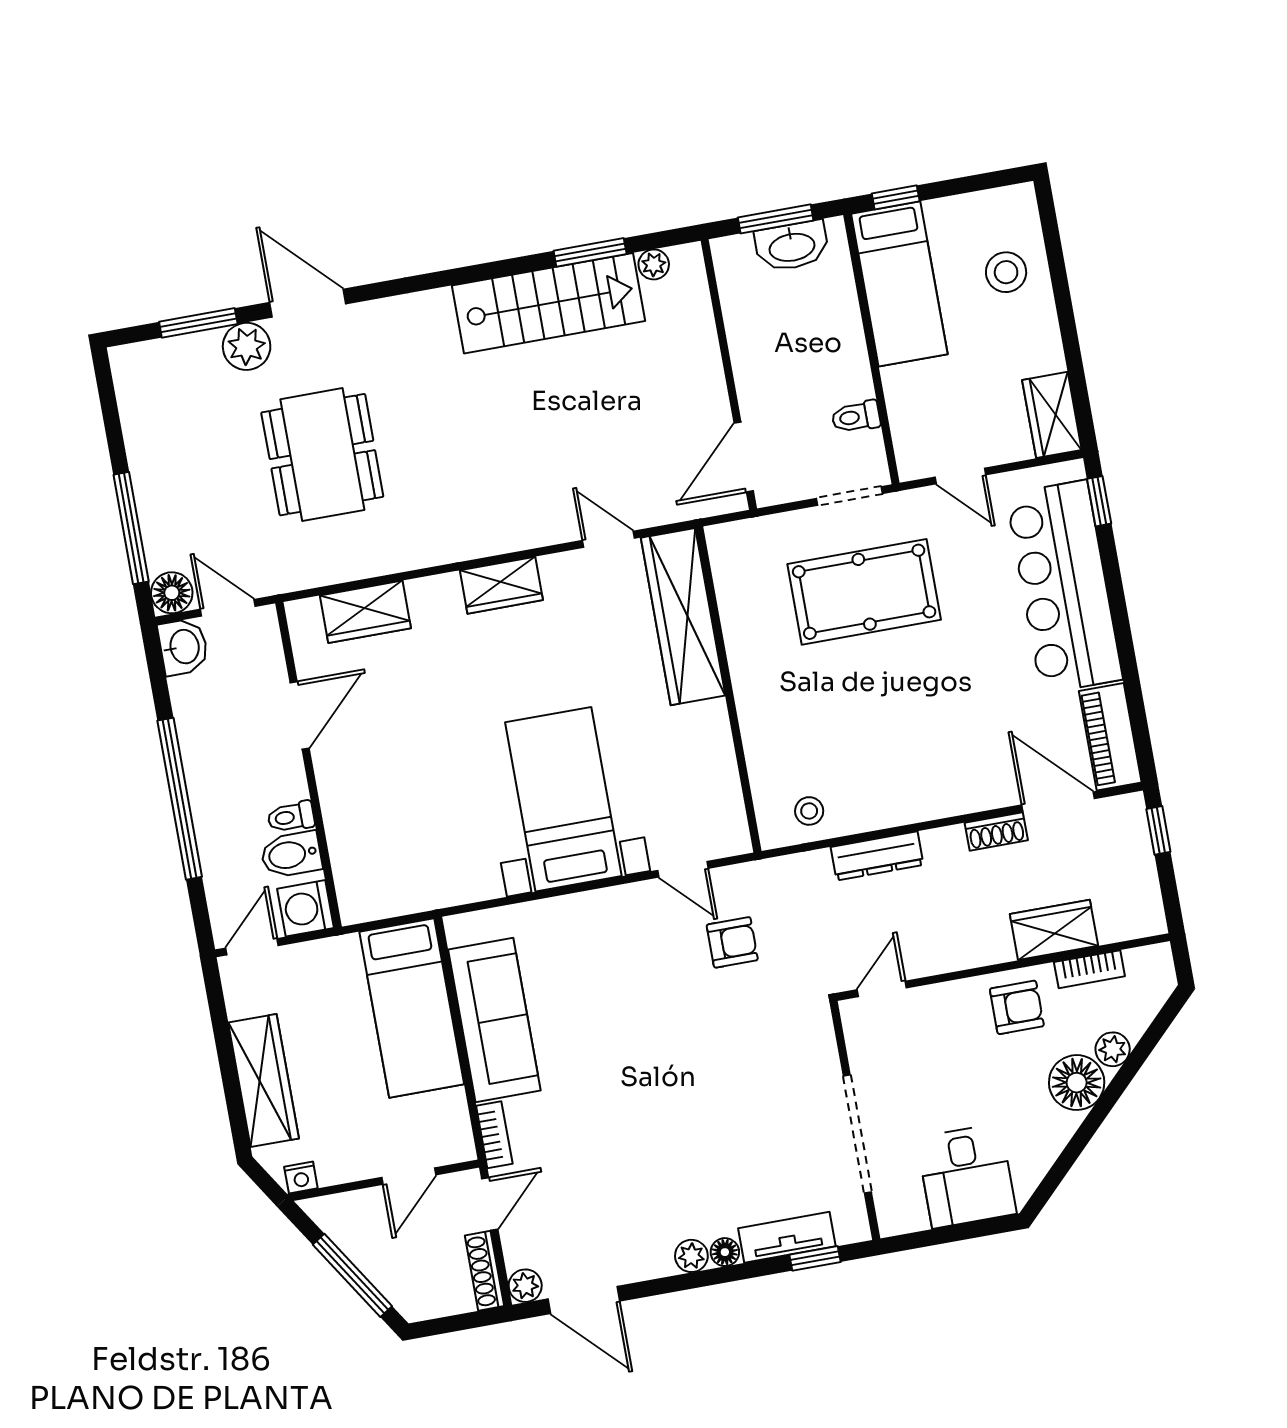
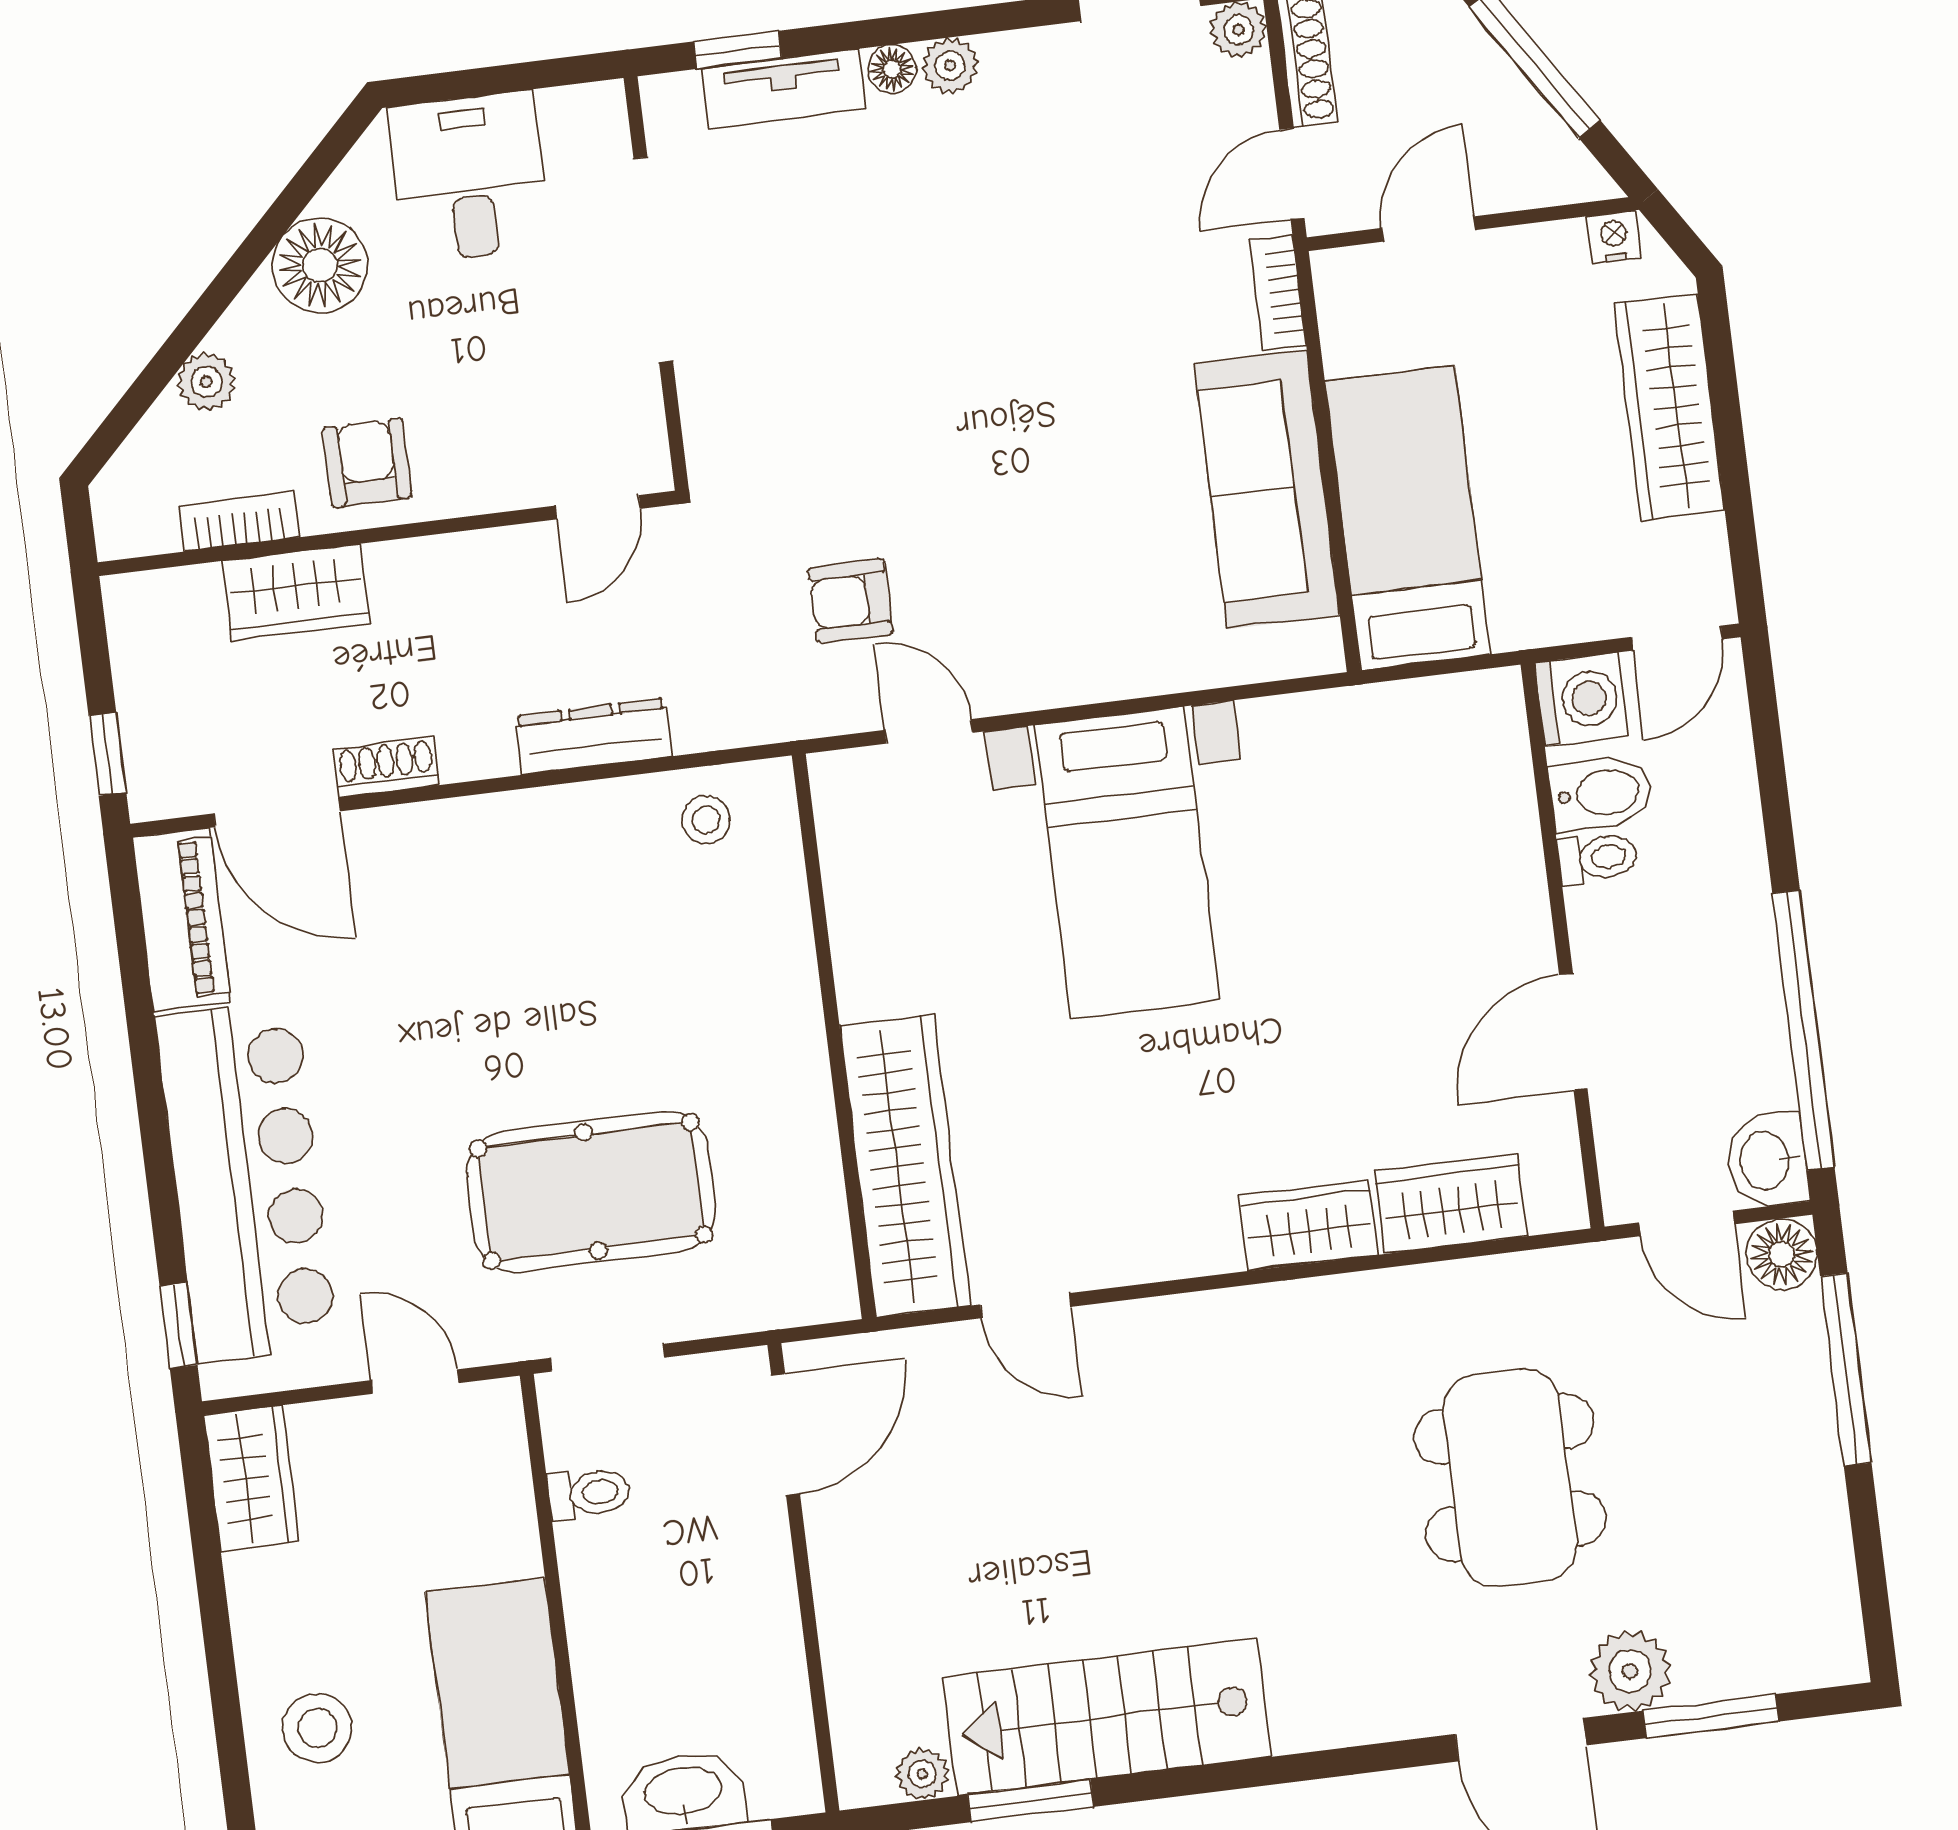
wardrobe: (501, 585) -> (1308, 1225), moved
window: (180, 799) -> (1803, 1030), moved
armchair: (1017, 1007) -> (367, 463), turned 90
floor lamp: (1077, 1083) -> (320, 265), moved

